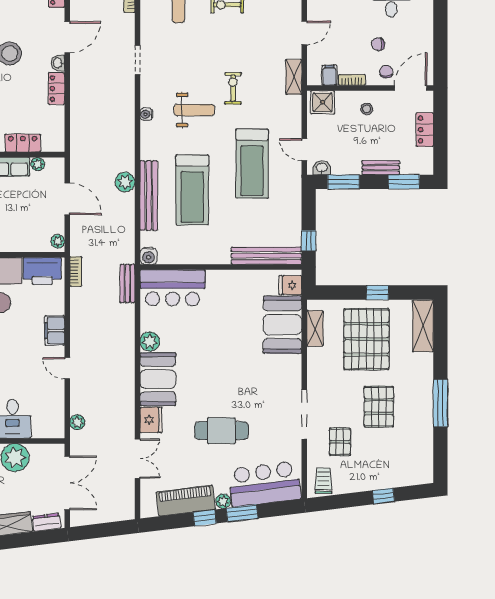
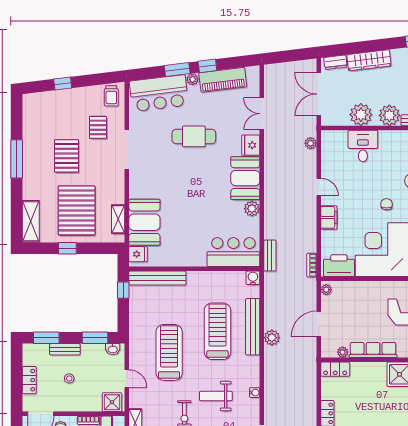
stool: (367, 109) -> (69, 378), moved
locker: (23, 143) -> (335, 369), moved
door: (304, 150) -> (127, 379), moved
door: (67, 199) -> (319, 324), hinge flipped

